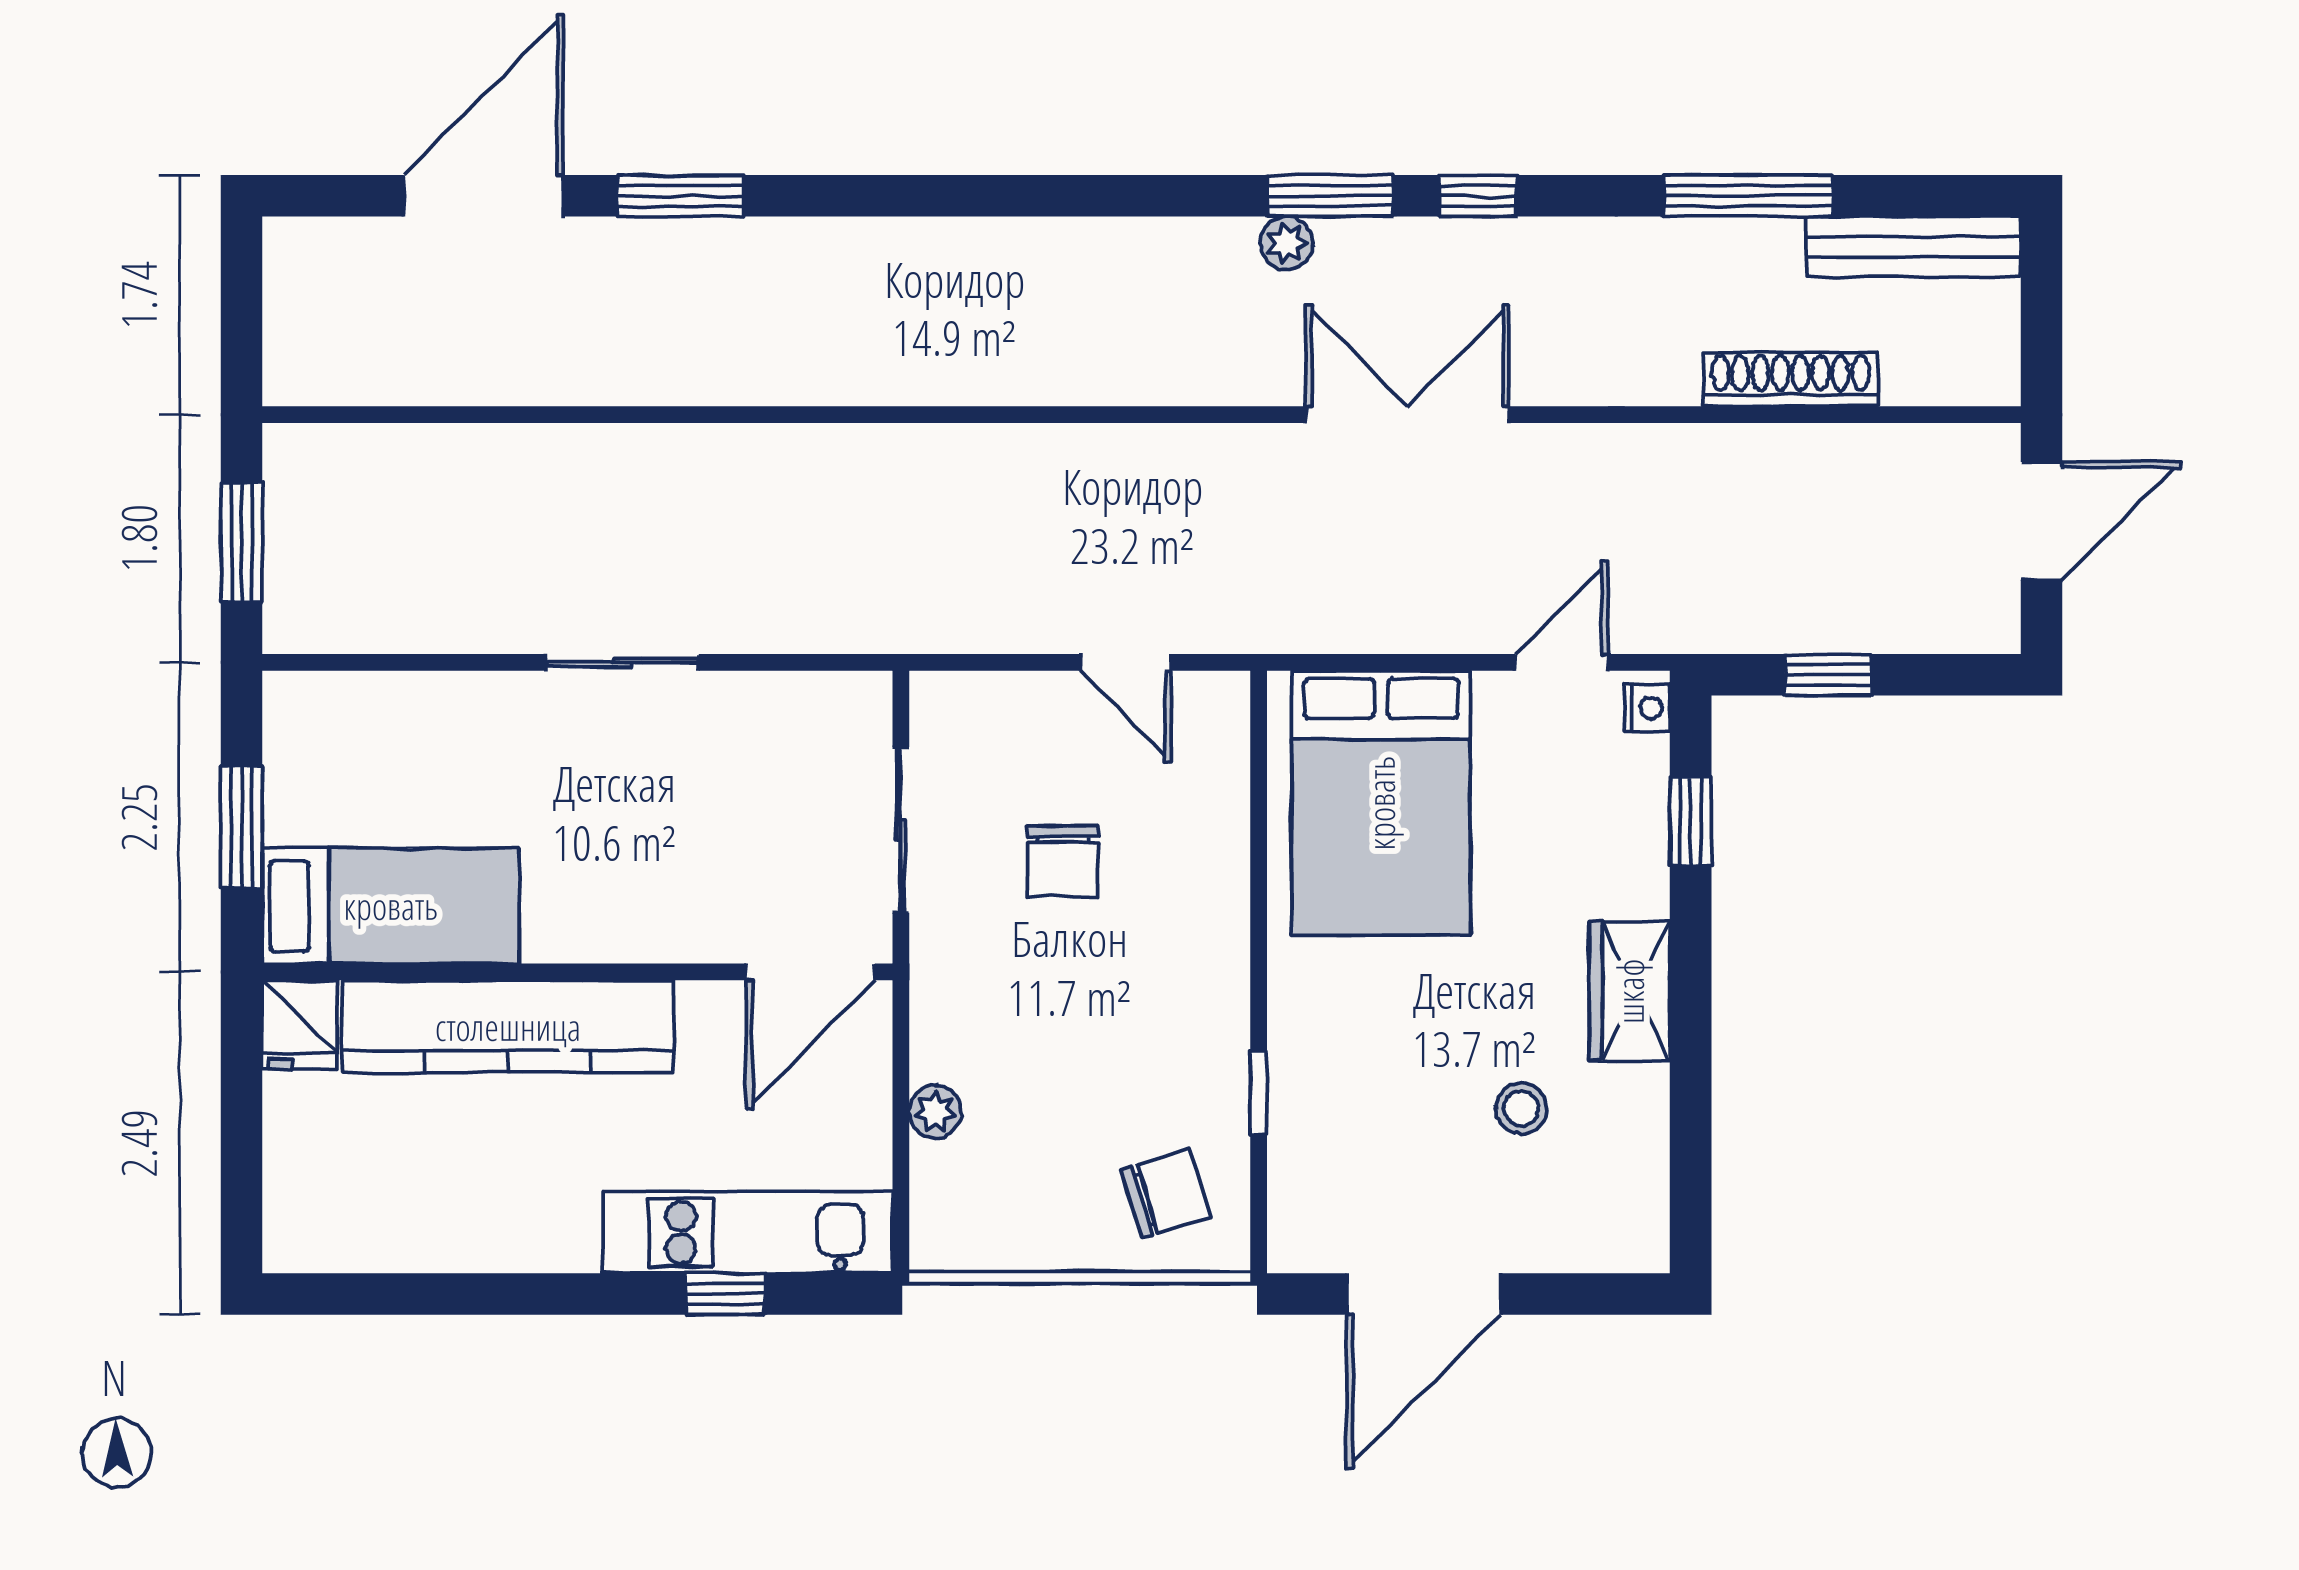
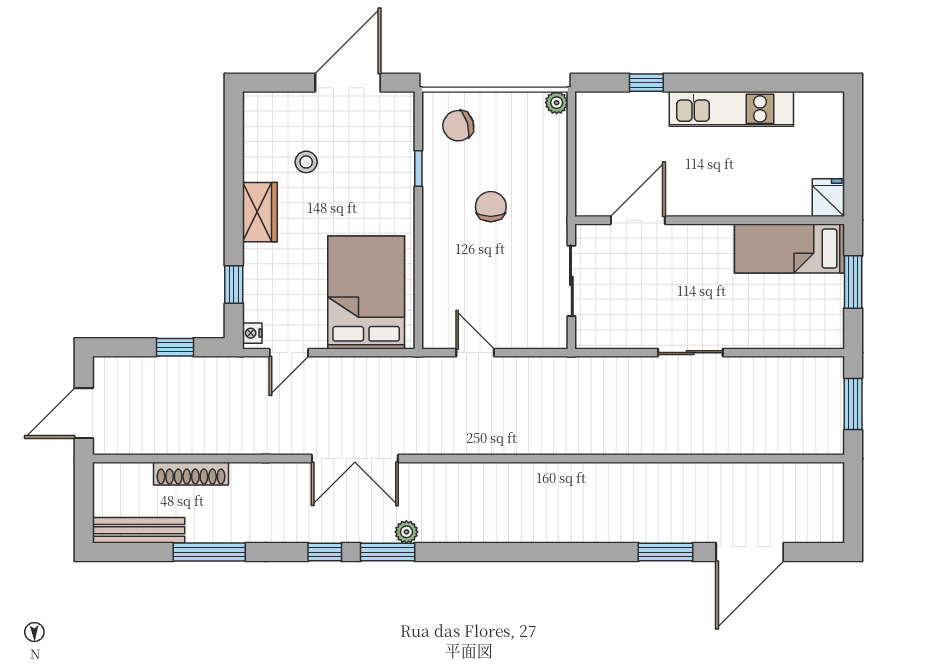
chair: (1062, 861) -> (491, 207), moved
door: (811, 972) -> (638, 220), moved
kitchen counter: (508, 1027) -> (739, 197), removed
plant: (935, 1112) -> (557, 103), moved
kitchen unit: (747, 1232) -> (731, 109), moved

